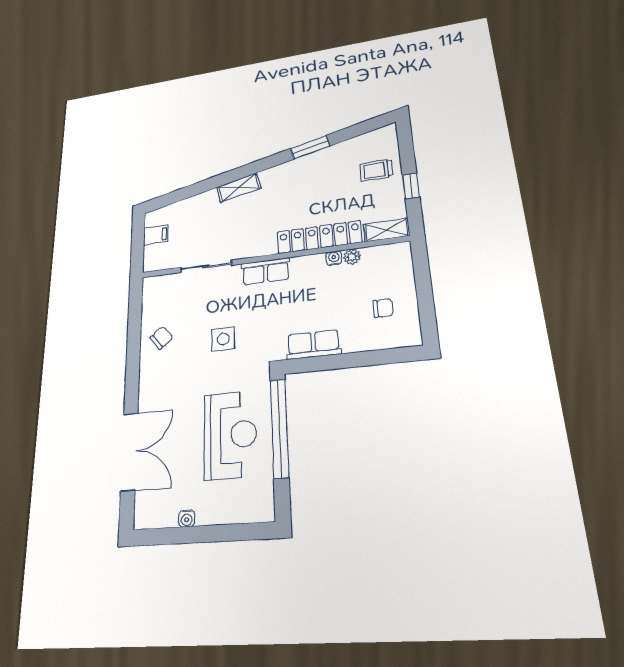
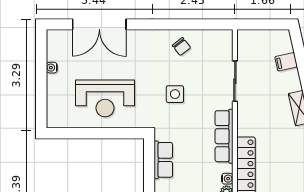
filing cabinet: (156, 235) -> (286, 62), moved, turned 77
row of seats: (266, 271) -> (224, 136), width x1.48
window: (279, 428) -> (107, 133), removed

